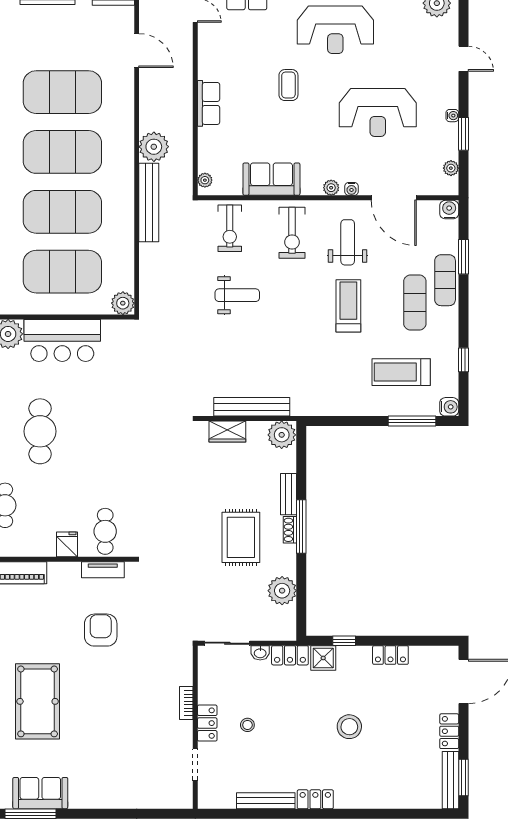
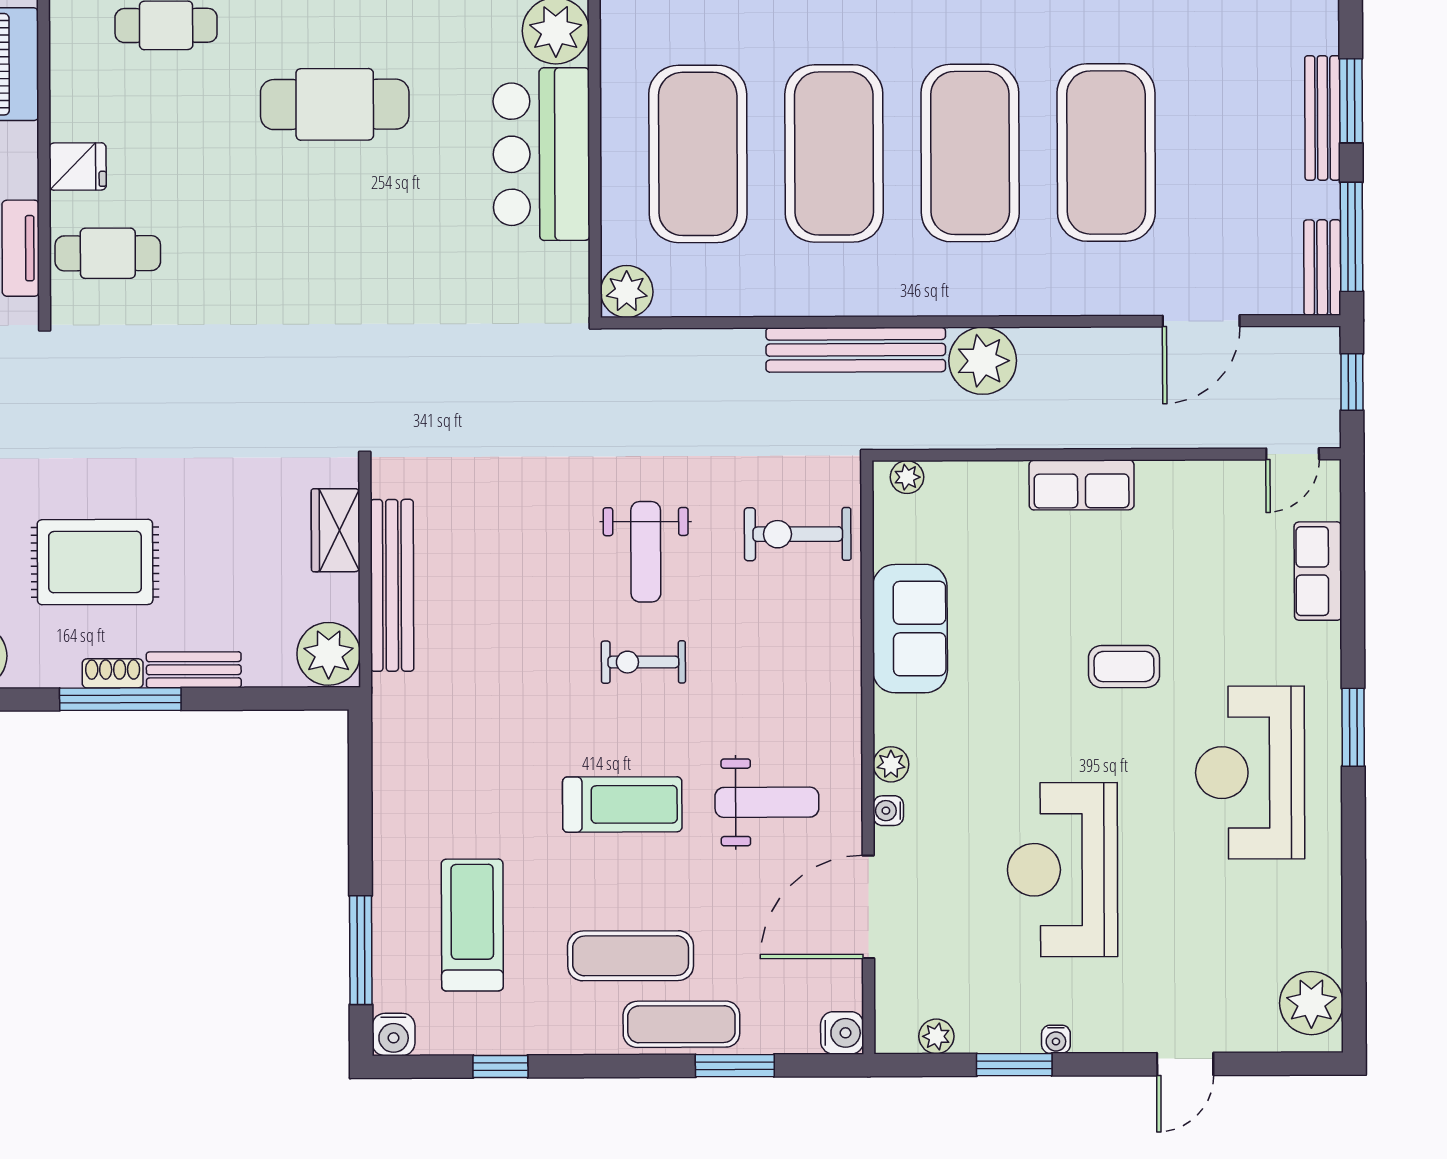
exercise bike: (292, 233) -> (643, 662), moved, width x0.73, depth x0.72

